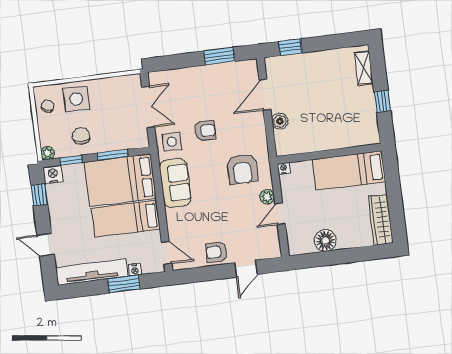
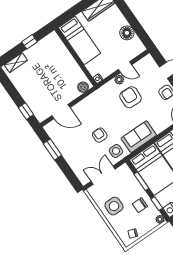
side table: (76, 99) -> (114, 206), moved
boiler: (280, 121) -> (83, 87), moved
armchair: (242, 169) -> (131, 97), moved, turned -88

